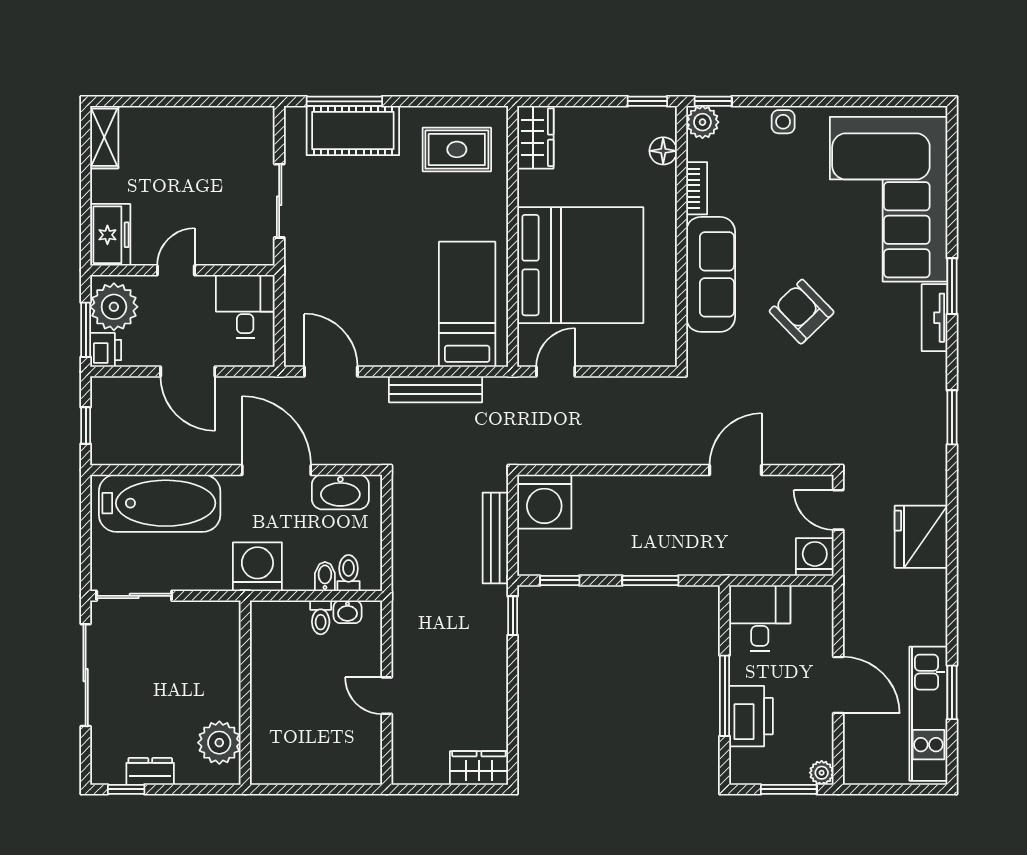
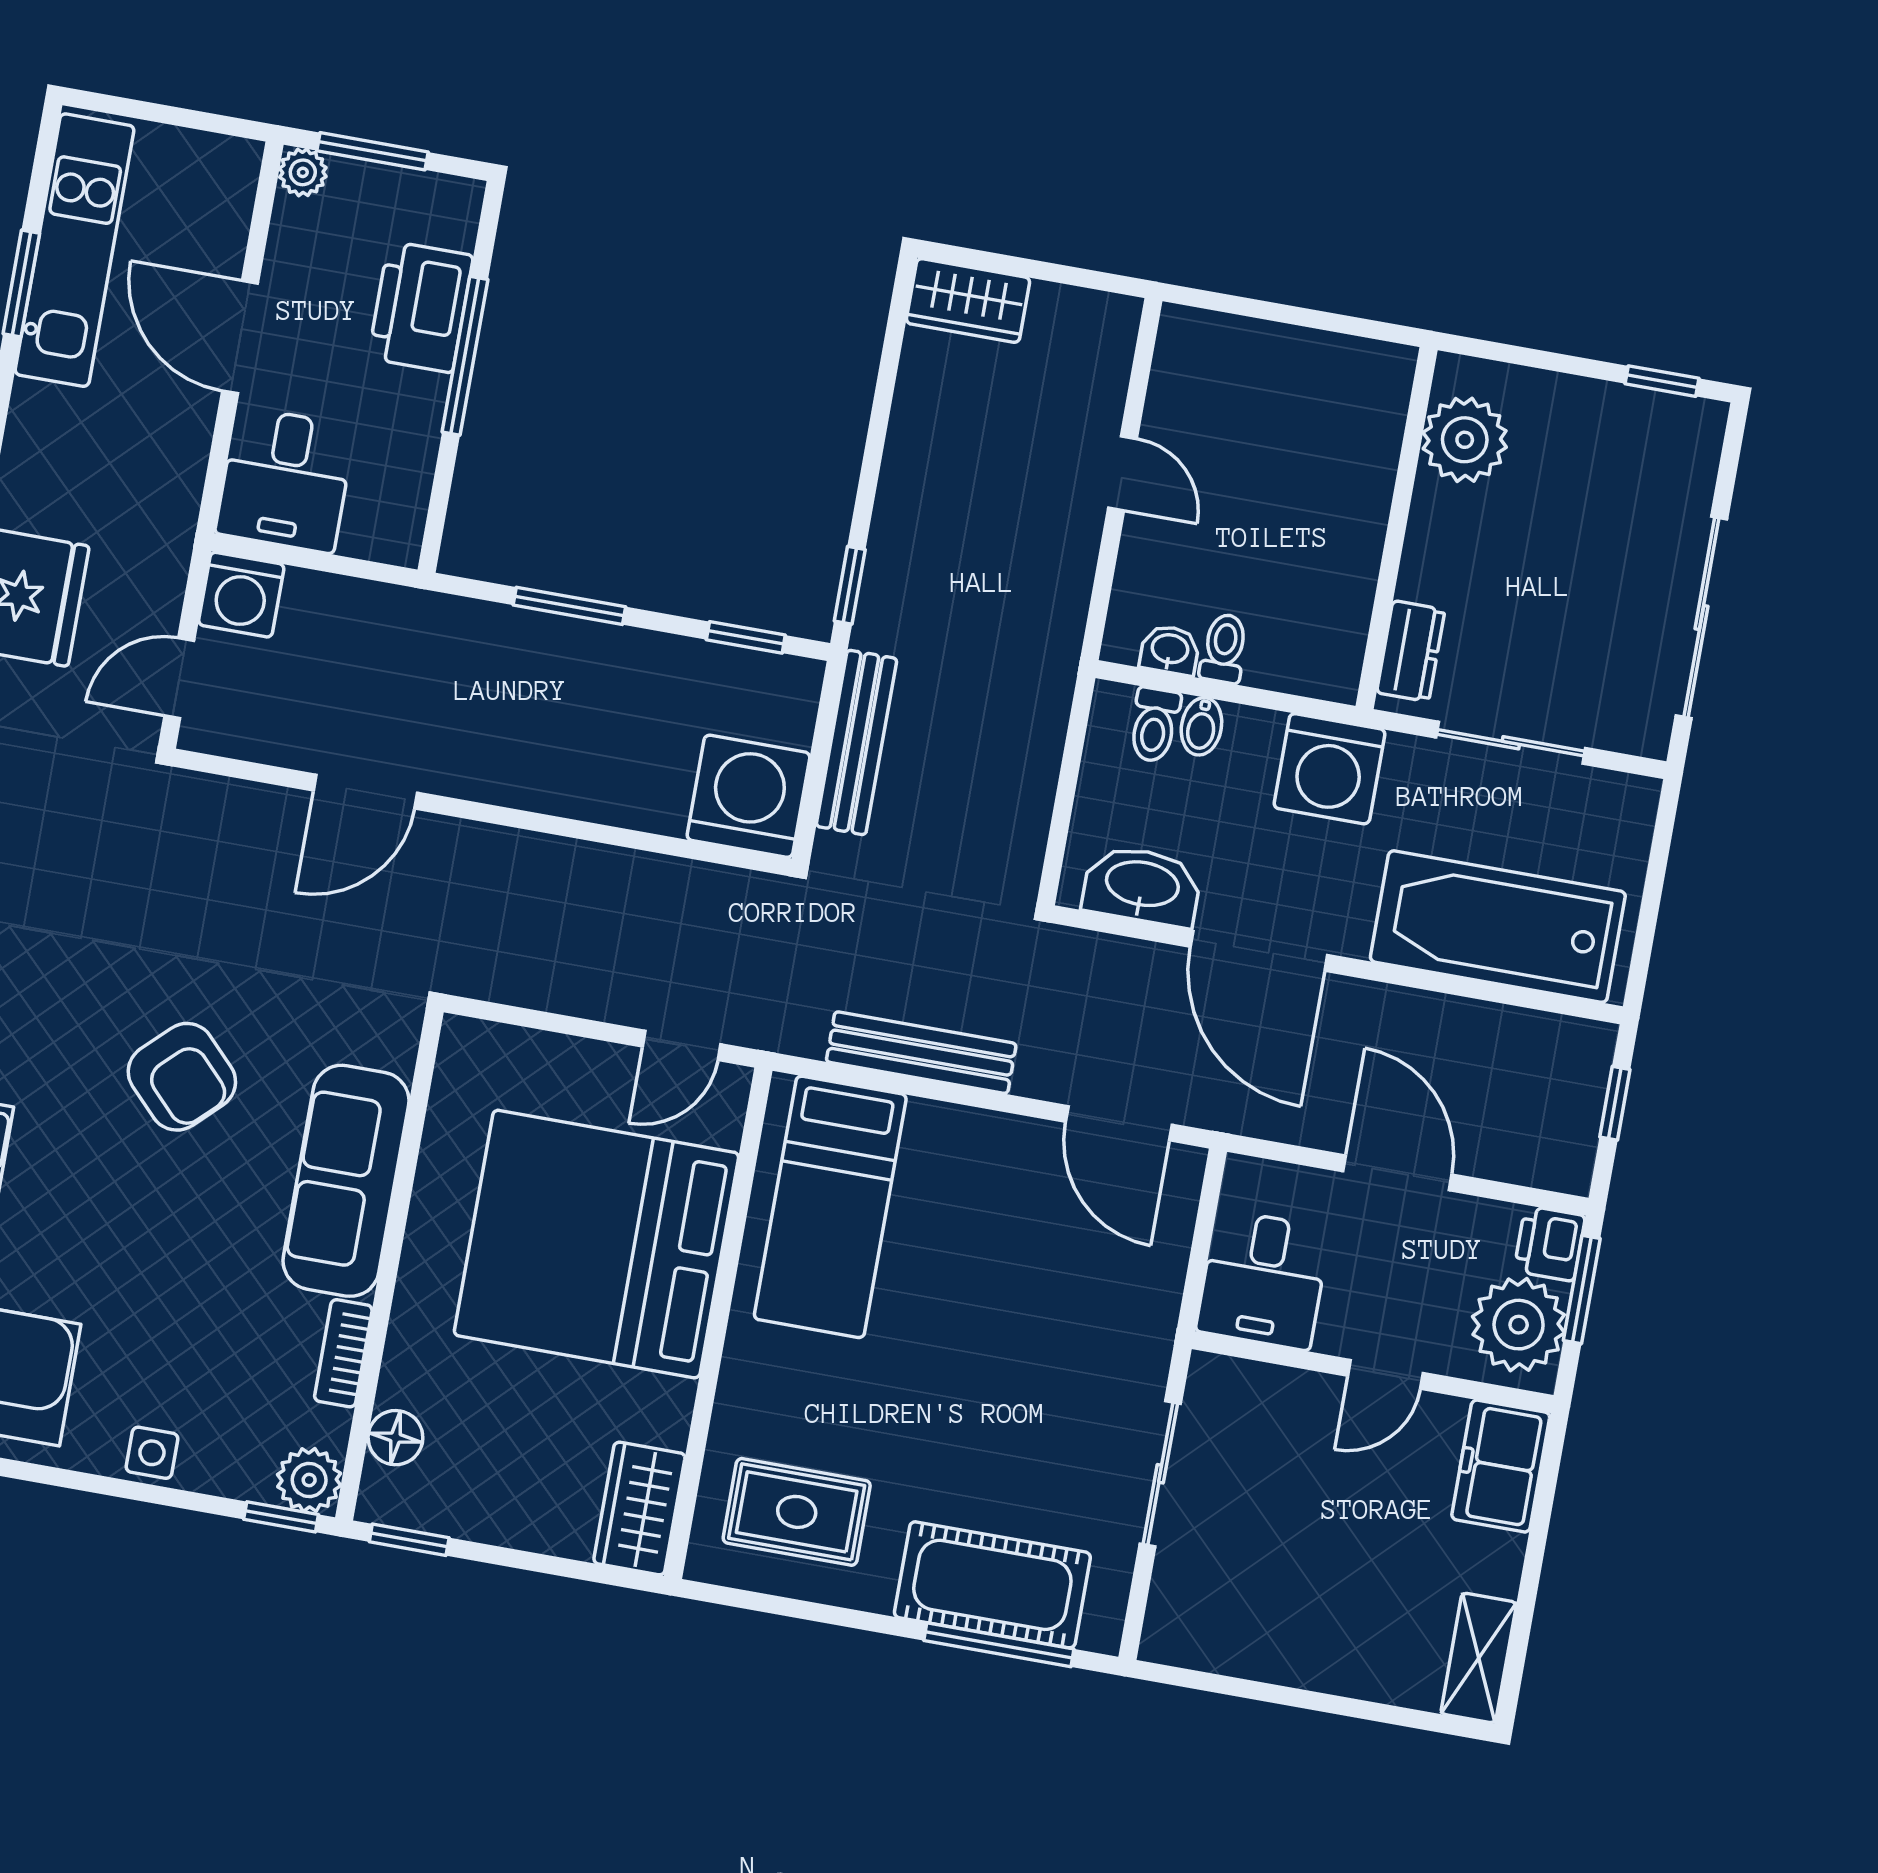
door: (838, 510) -> (179, 678), swing flipped
sliding door: (134, 596) -> (1511, 743), moved
desk: (760, 618) -> (285, 480), moved
dresser: (150, 771) -> (1411, 651), moved, turned -90

